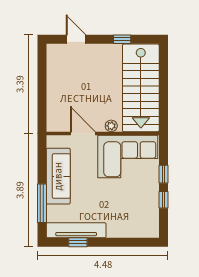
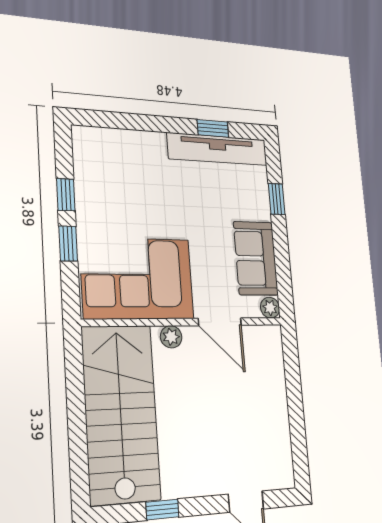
plant: (52, 141) -> (270, 308), added
sofa: (58, 176) -> (256, 258), width x0.73
window: (42, 203) -> (277, 199), width x0.46

